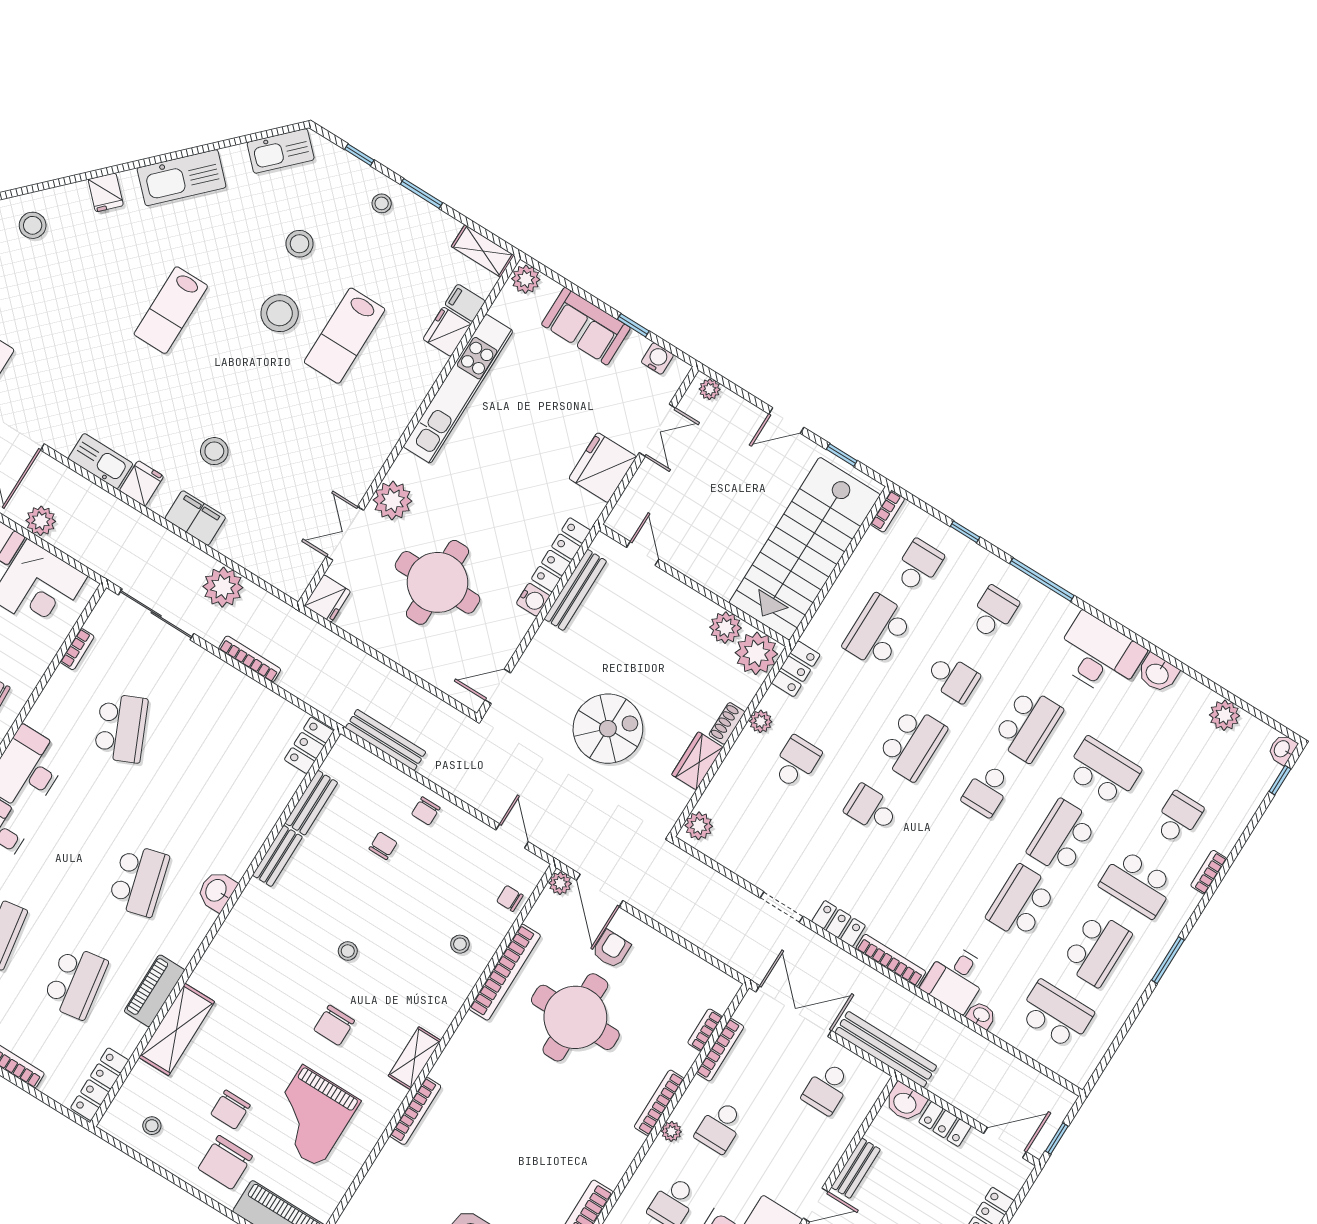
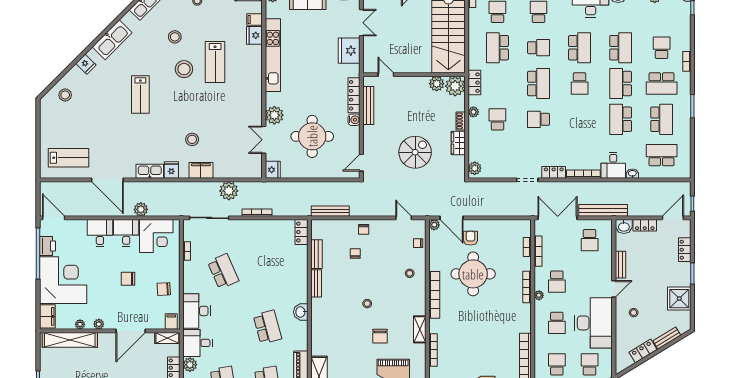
school desk: (1103, 771) -> (621, 48), turned 90
bookcase: (505, 972) -> (434, 295), moved

